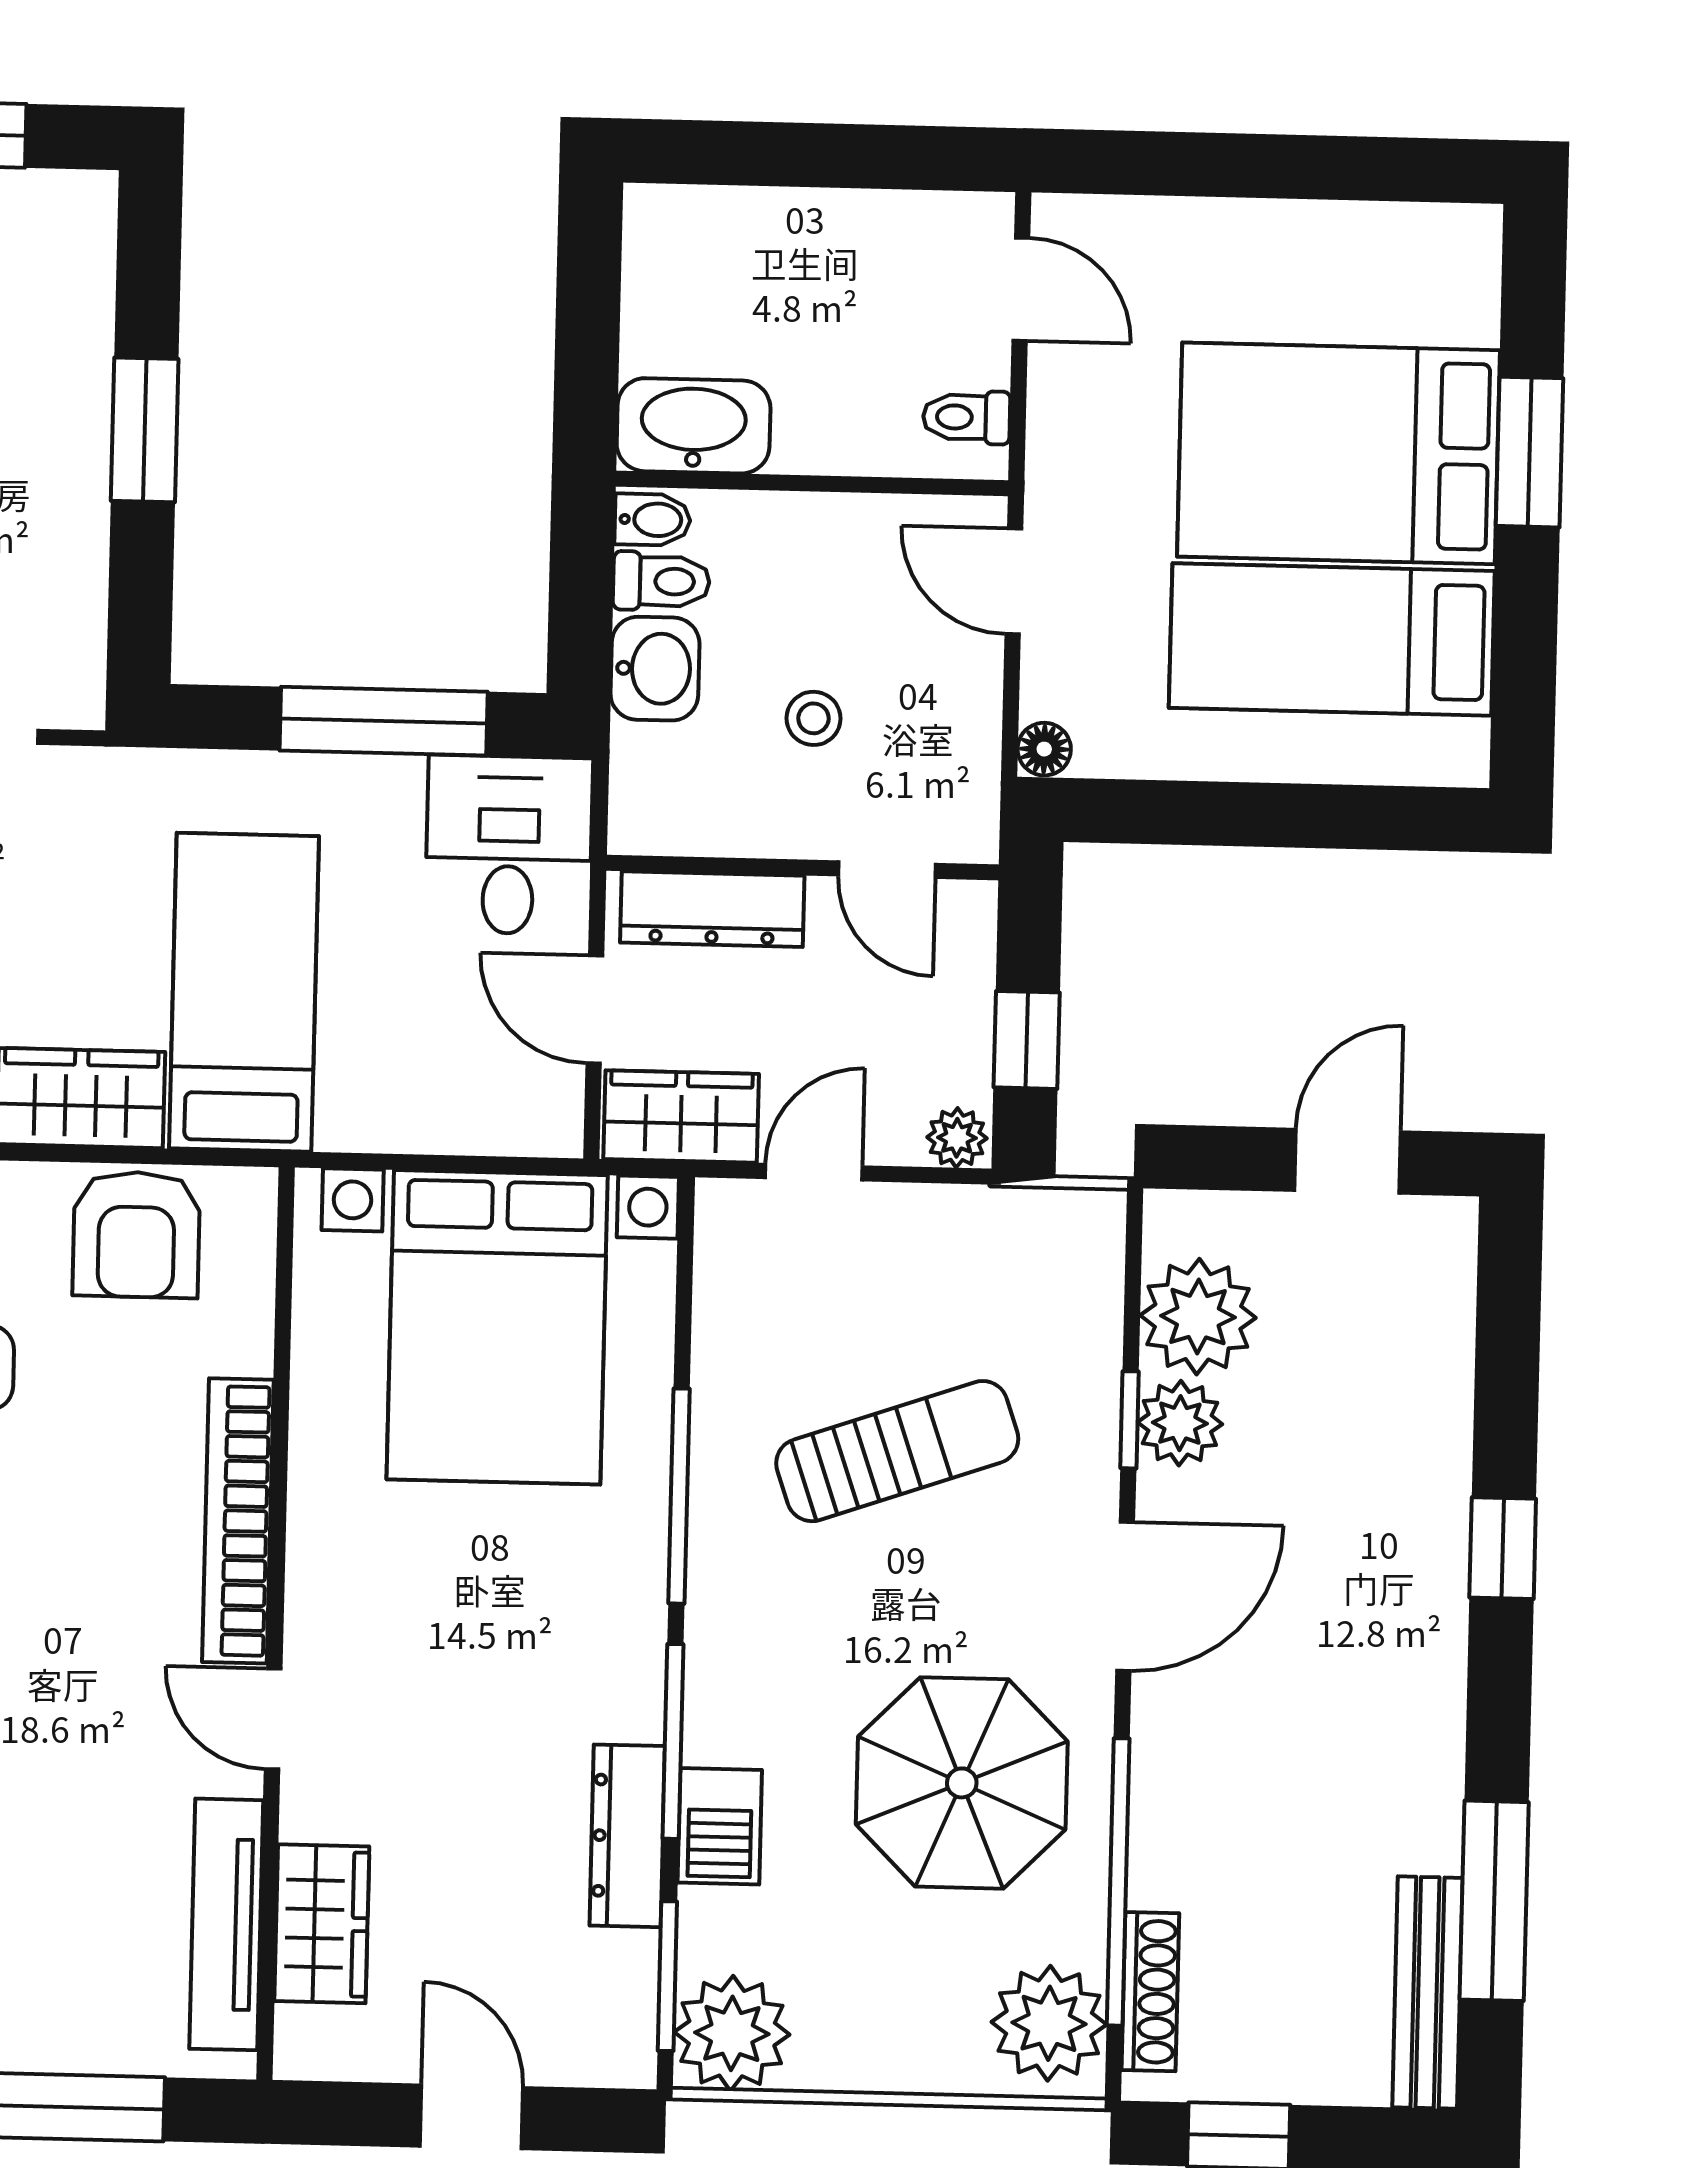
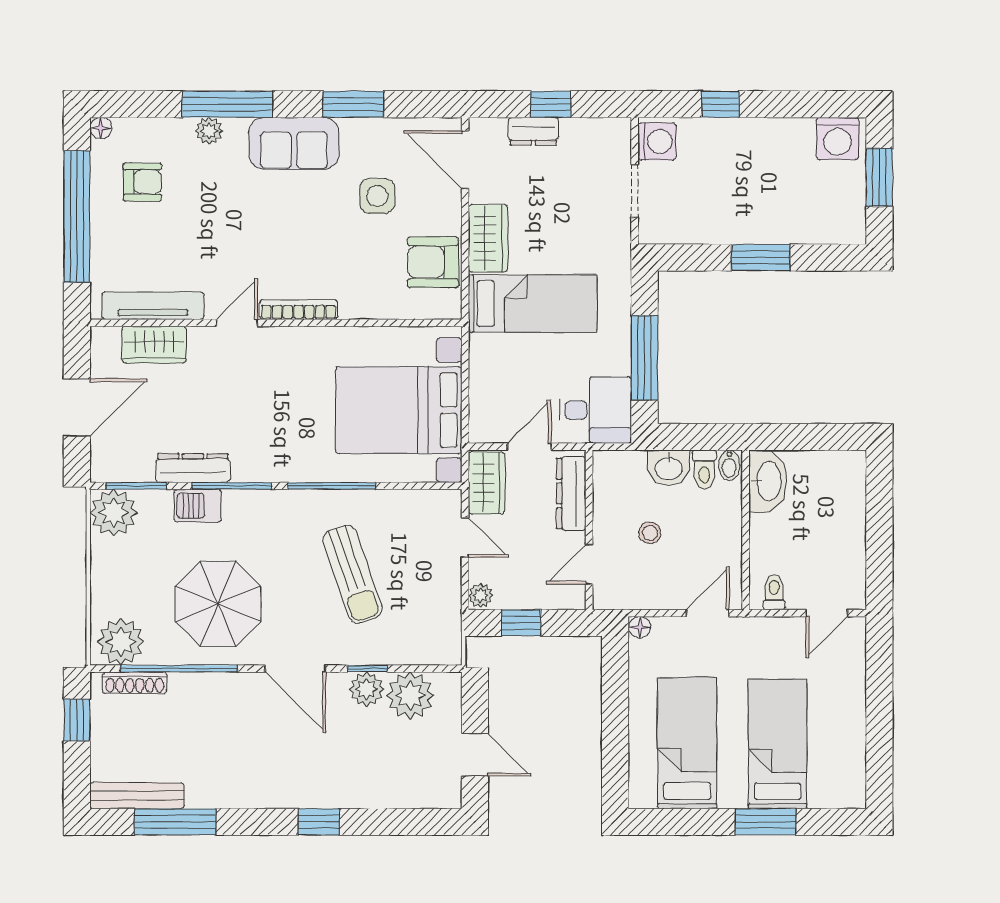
bed: (1338, 453) -> (778, 744), width x0.67
bookcase: (238, 1521) -> (299, 310), width x0.68, depth x0.76
door: (472, 2117) -> (77, 407), width x1.38

